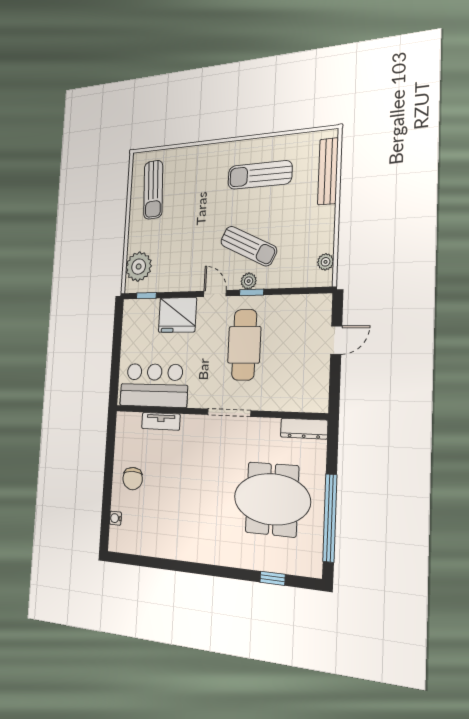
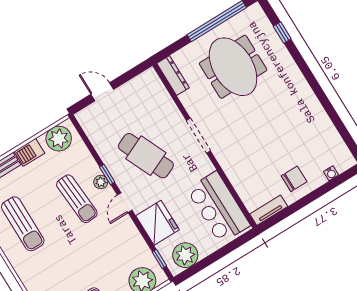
barbecue: (324, 222) -> (29, 152), added
sun lounger: (249, 246) -> (77, 199), turned 150
plant: (326, 262) -> (59, 139), width x1.88, depth x1.88
plant: (134, 323) -> (185, 255), added
cafe table: (244, 345) -> (146, 156), turned 66
tv unit: (161, 421) -> (269, 210), moved, turned -90

